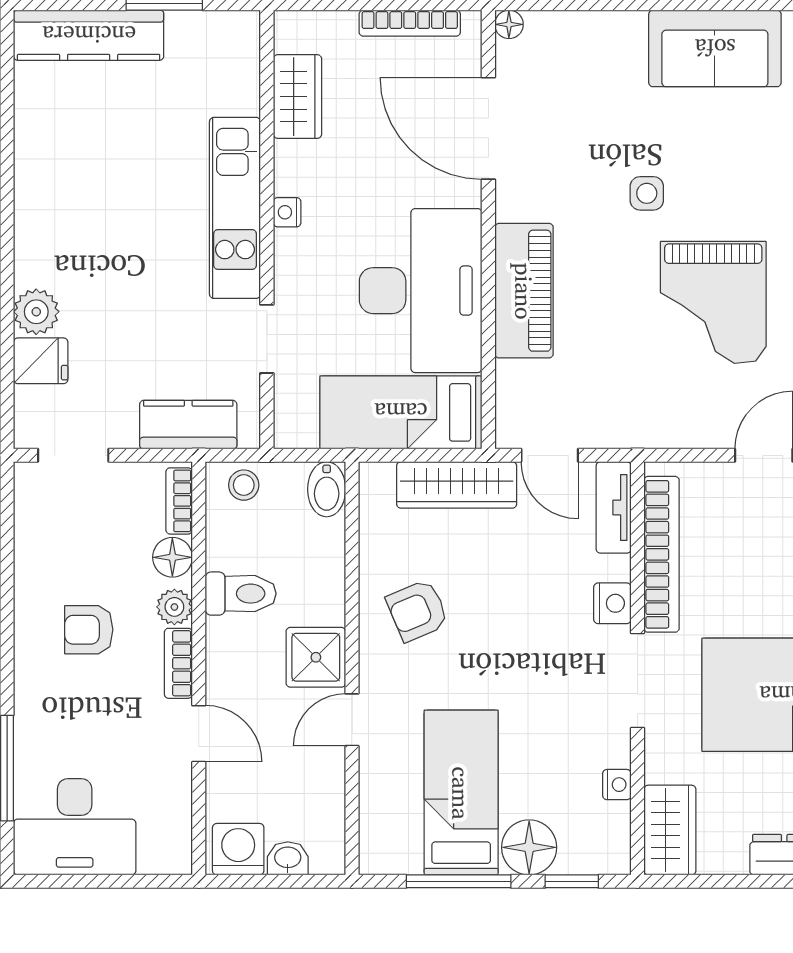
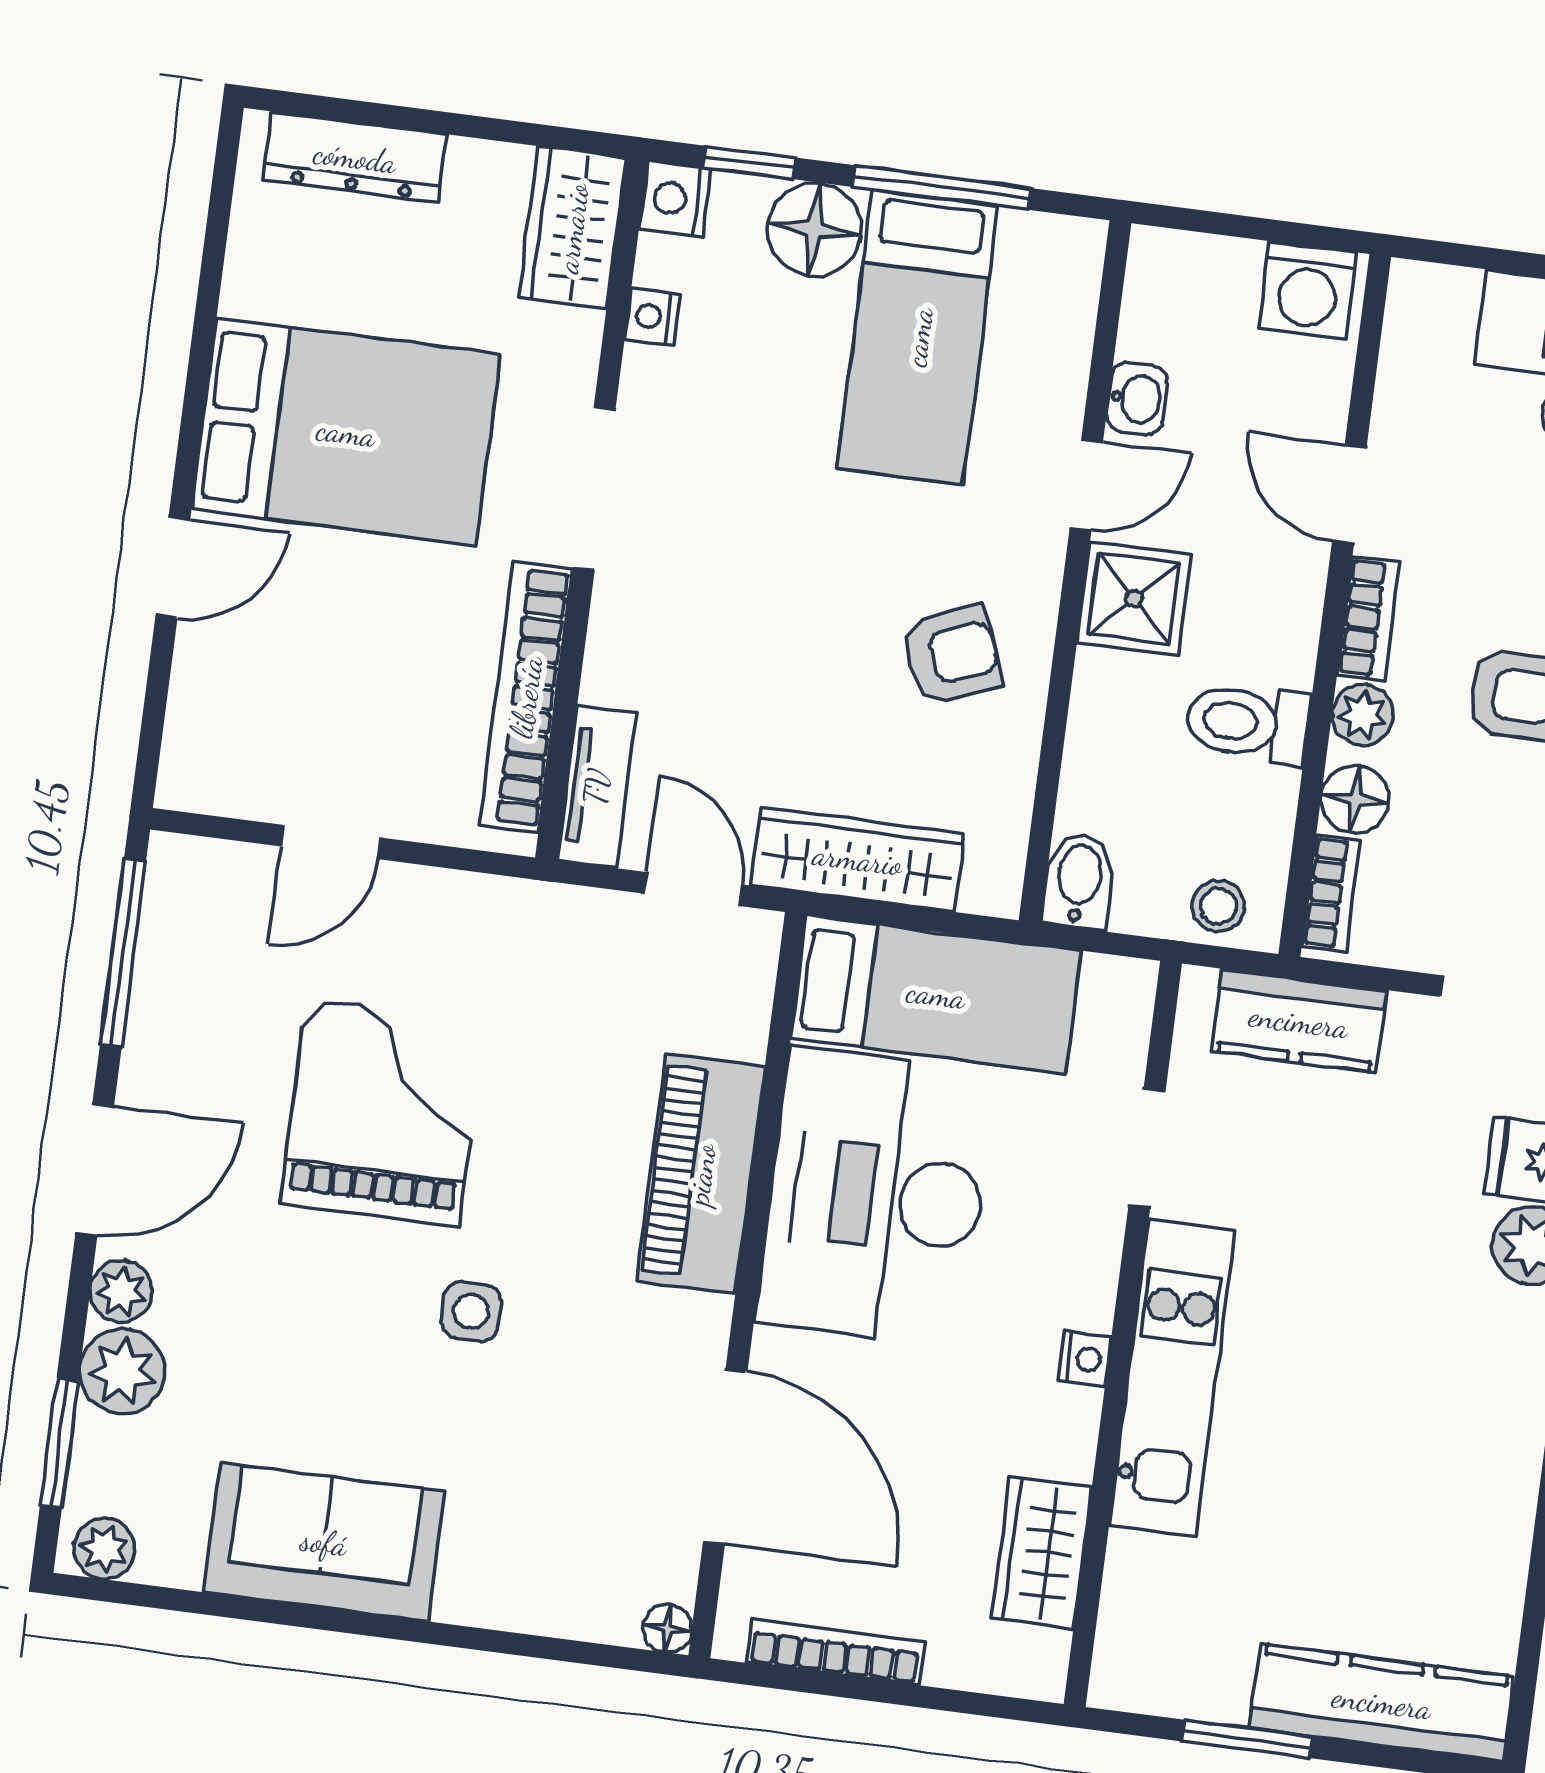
nightstand: (612, 603) -> (675, 199), moved
washbasin: (288, 858) -> (1137, 399), moved, turned -90

